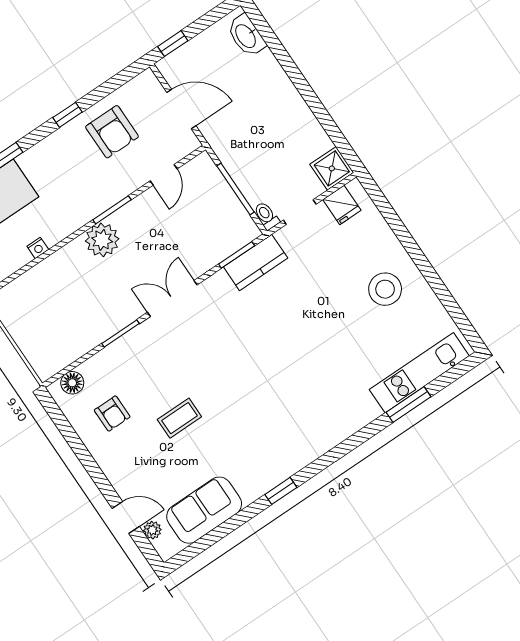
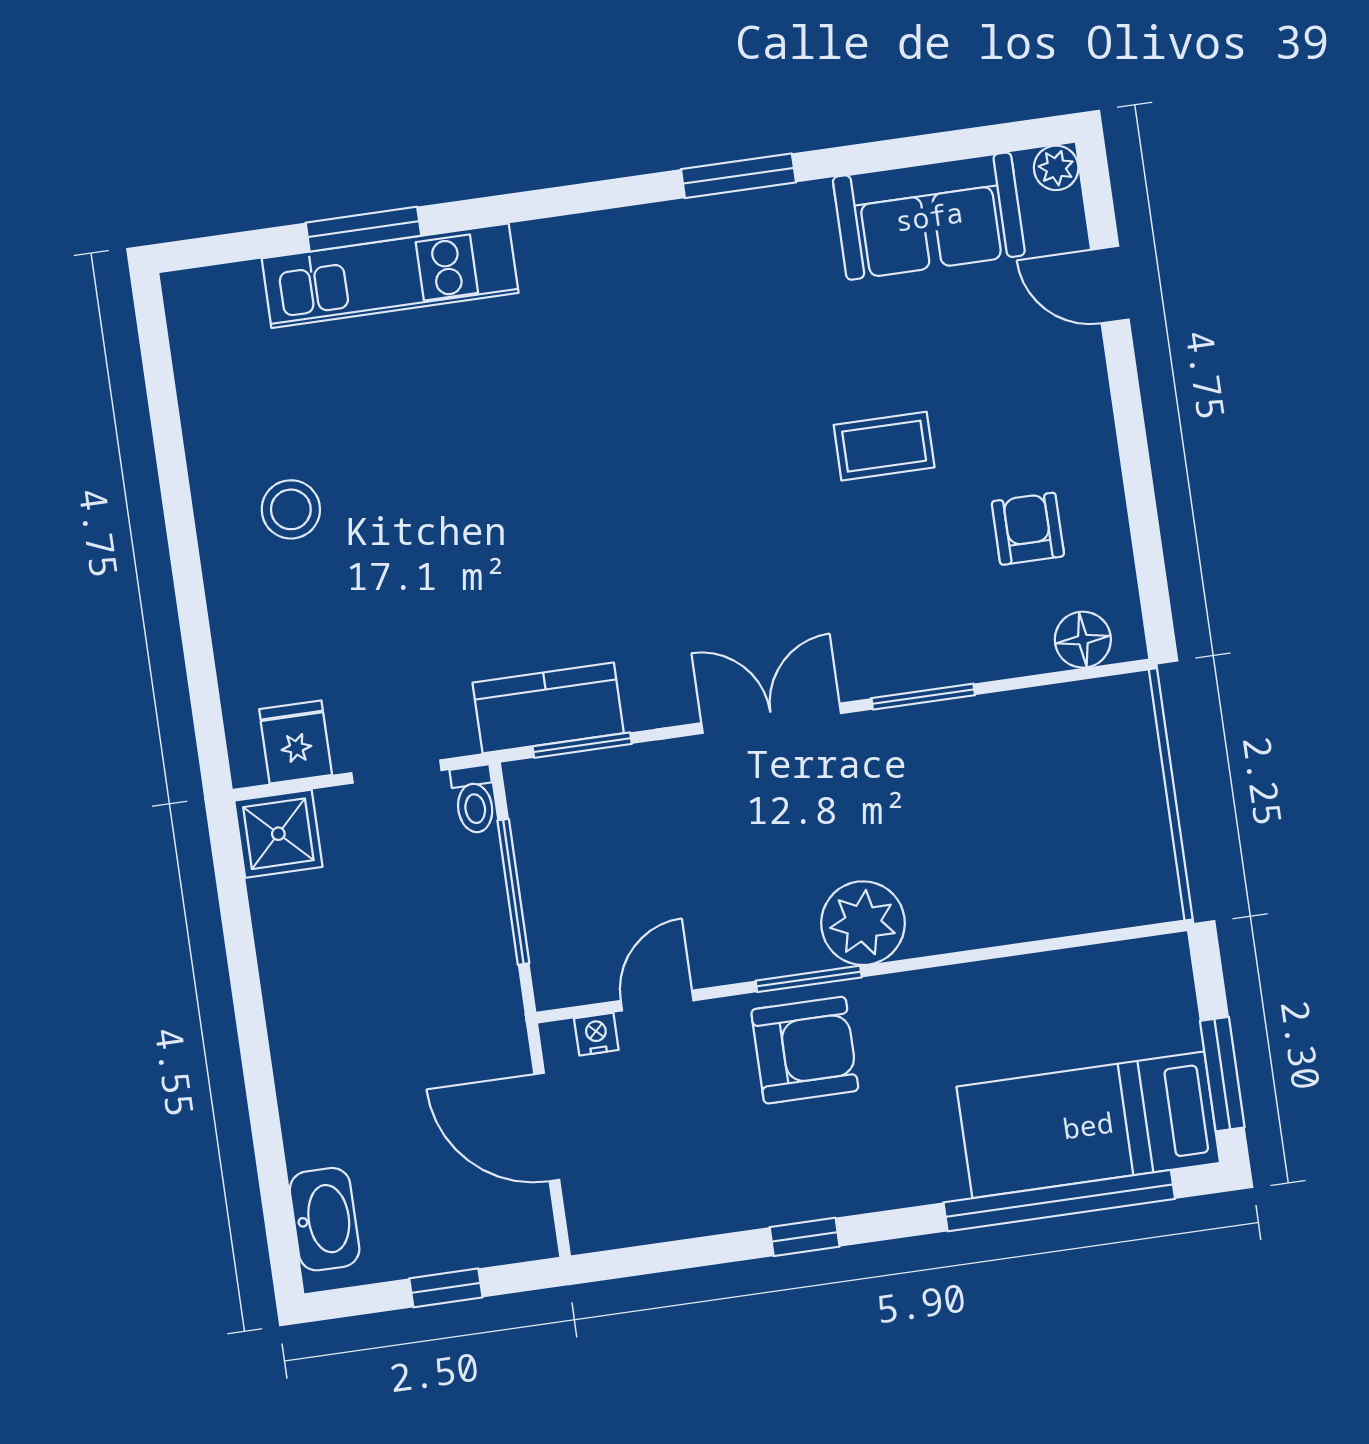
window: (173, 44) -> (446, 1288), moved
armchair: (112, 132) -> (805, 1050), moved, turned 90
nightstand: (38, 248) -> (596, 1034), moved
stool: (385, 289) -> (291, 509), width x0.73, depth x0.73
double door: (172, 298) -> (771, 718), swing flipped
kitchen unit: (419, 373) -> (390, 276), moved
window: (281, 491) -> (738, 176), width x1.50
plant: (152, 530) -> (1056, 168), moved

